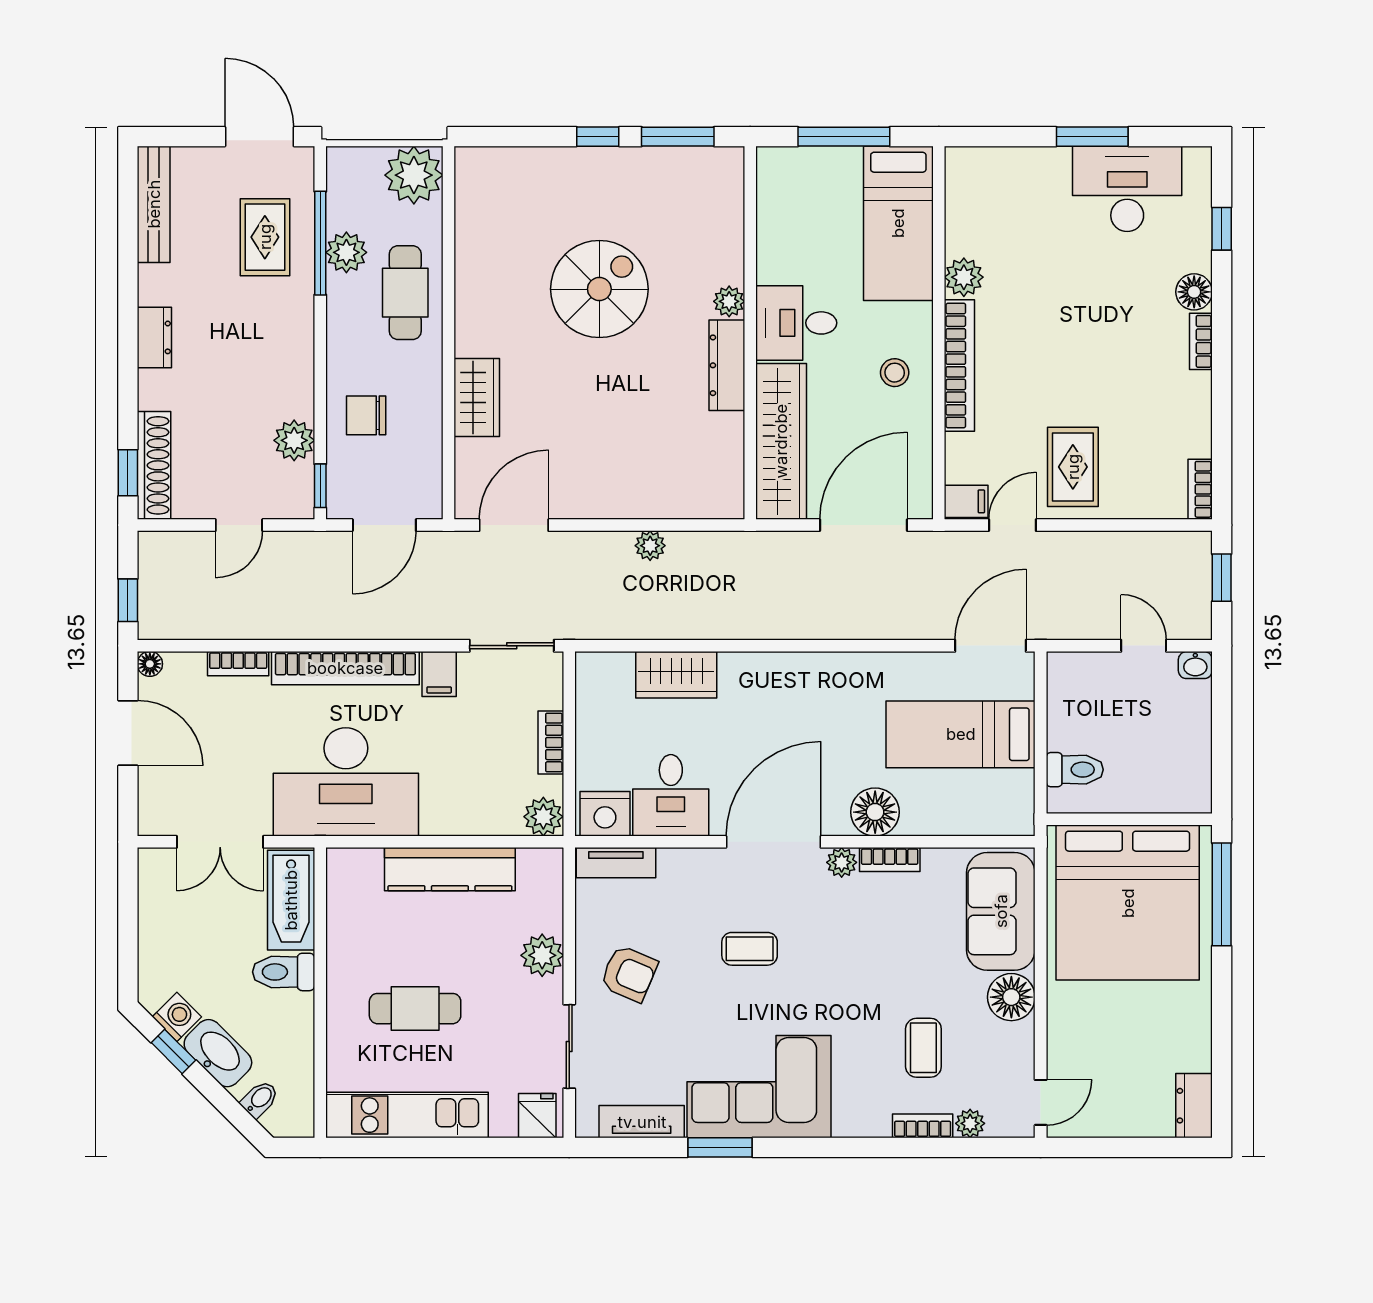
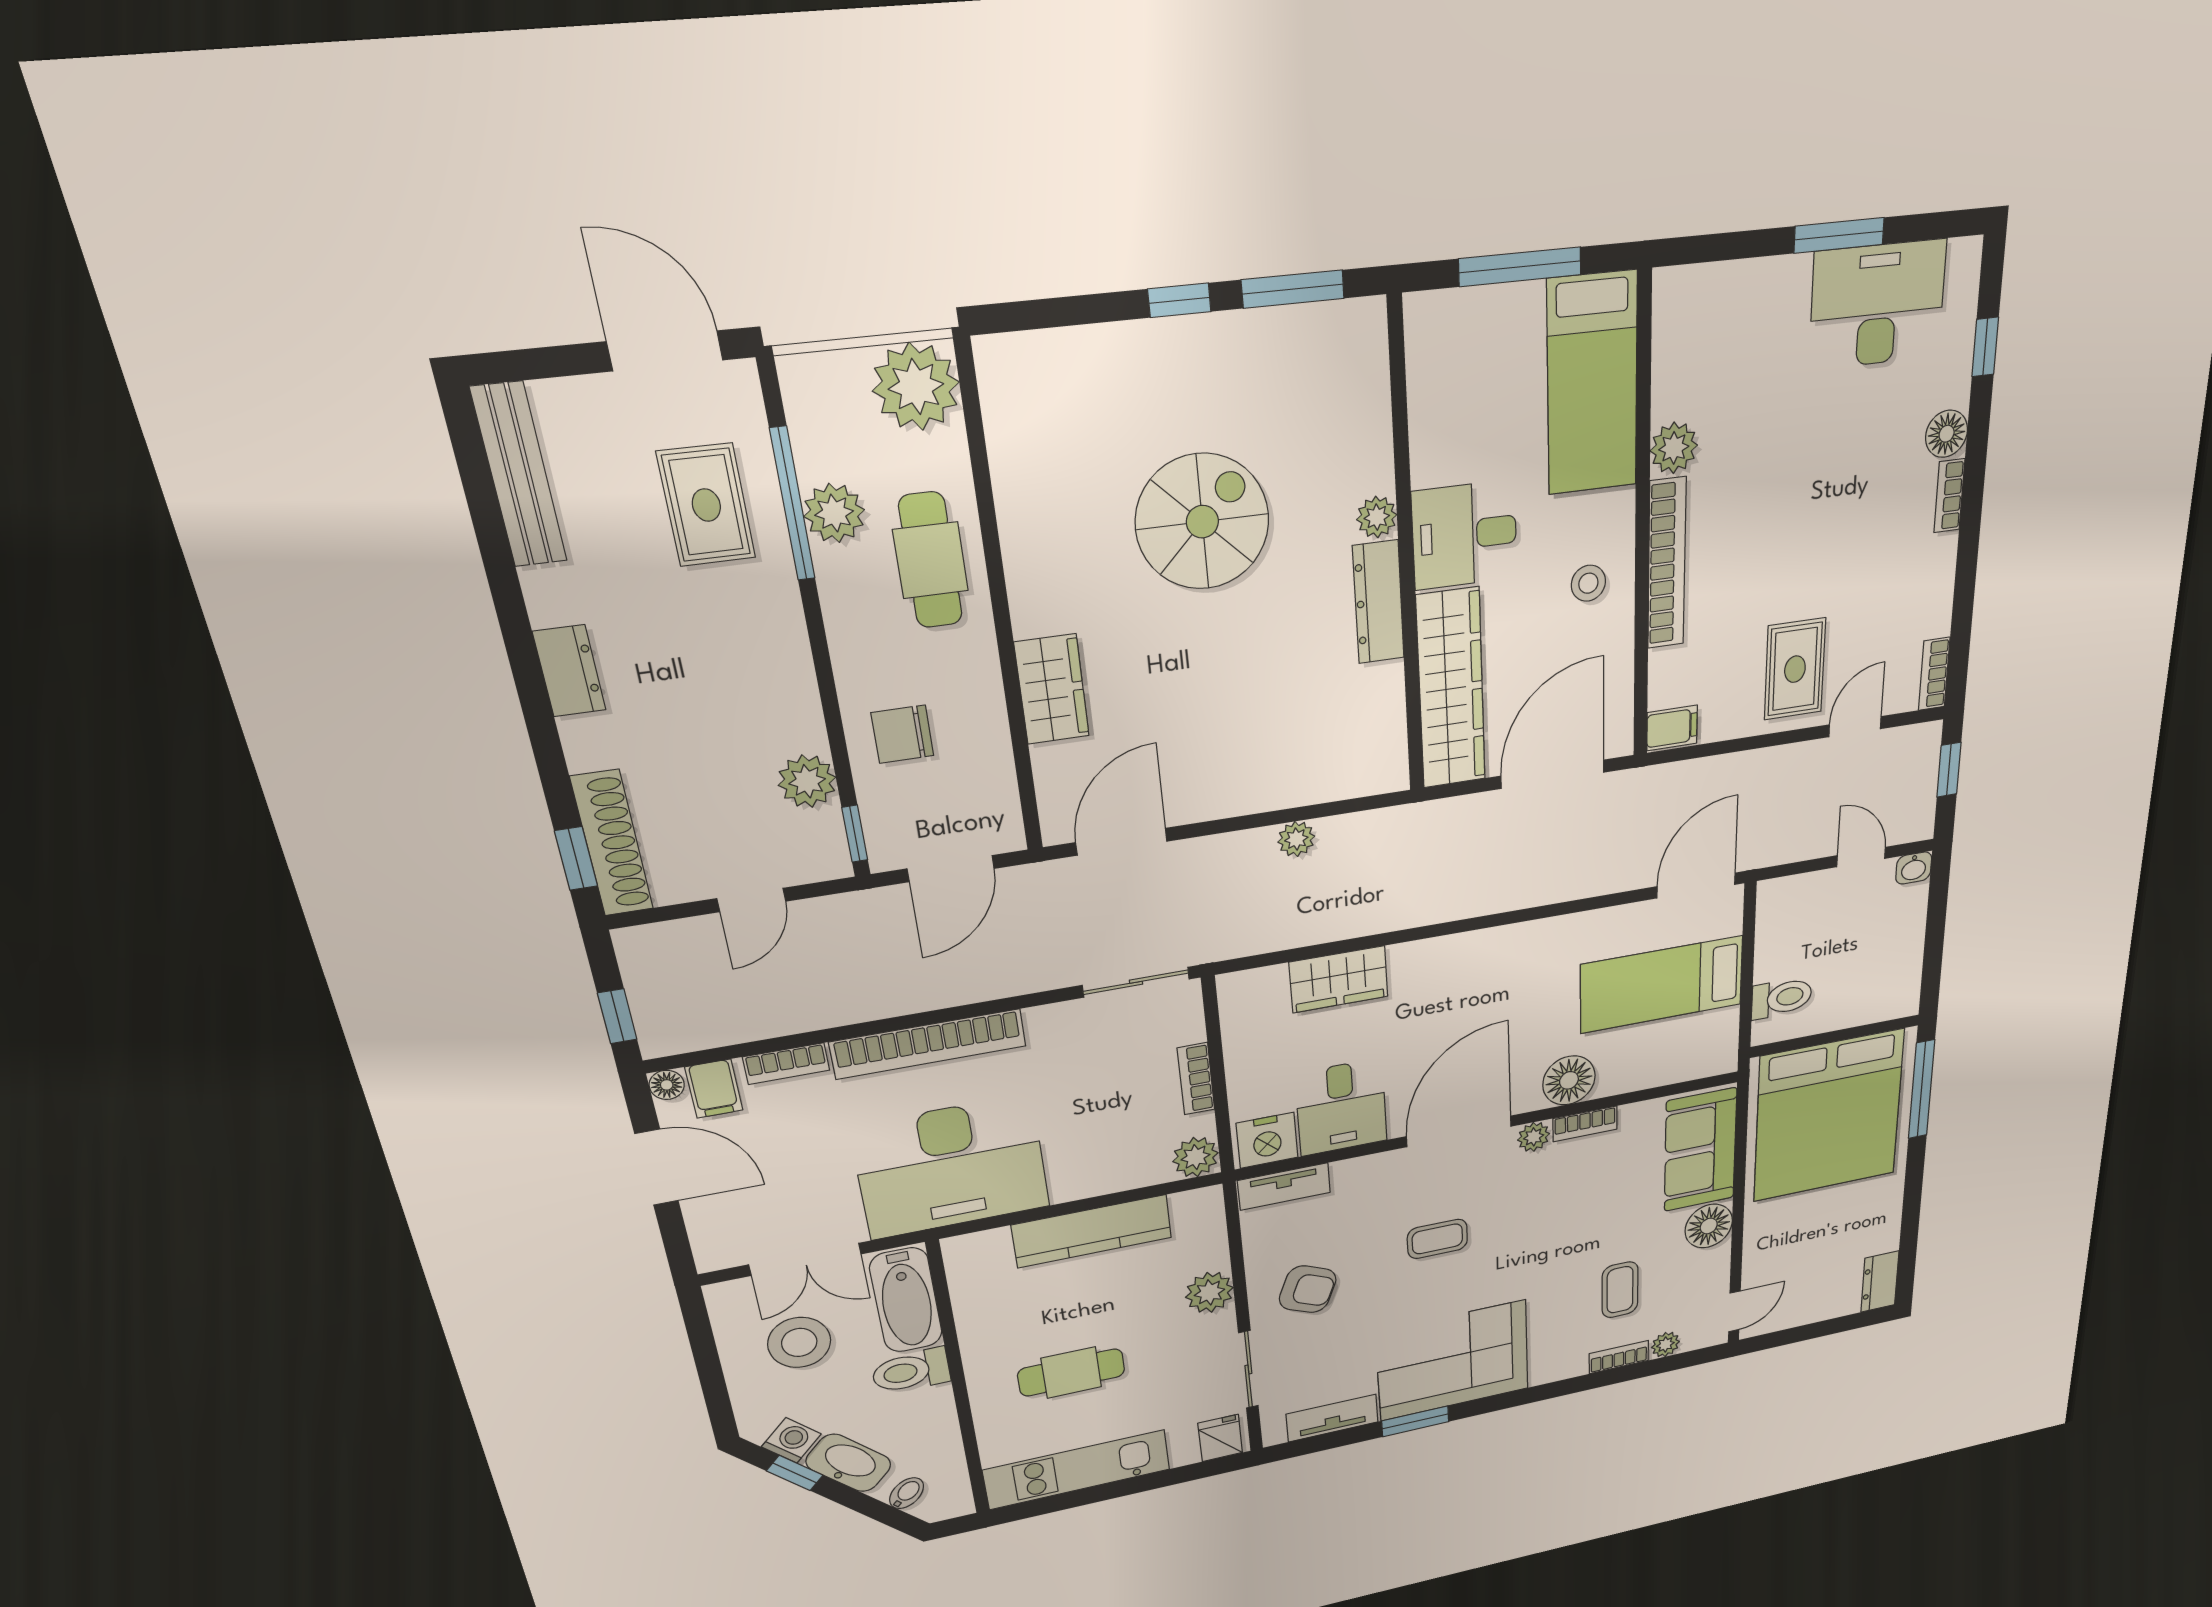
door: (1012, 525) -> (1855, 727), moved
filing cabinet: (439, 674) -> (714, 1089), moved
stool: (201, 920) -> (799, 1342), added

